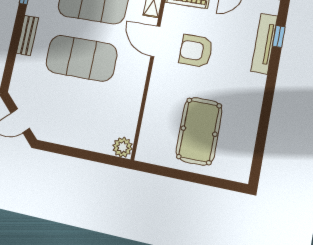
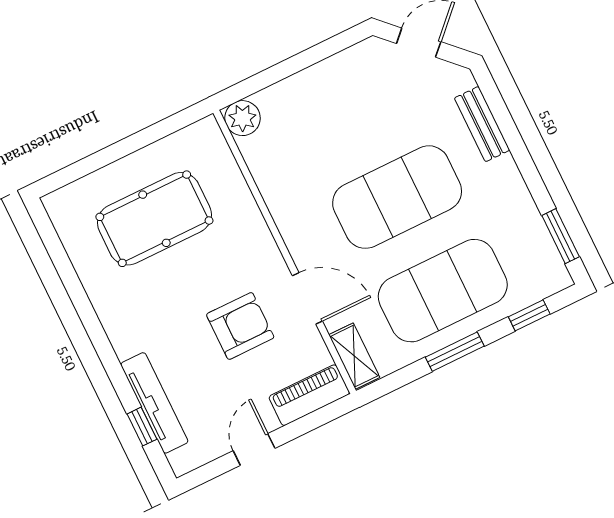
bench: (27, 35) -> (482, 124), moved
pool table: (199, 131) -> (154, 219), turned 90

